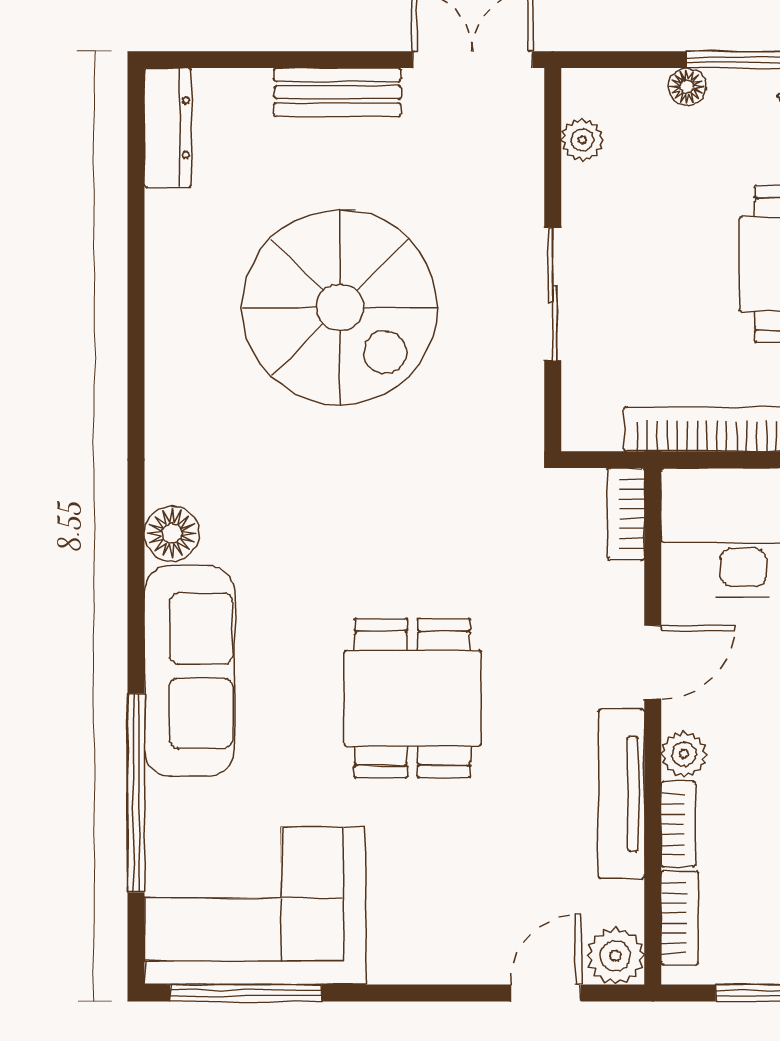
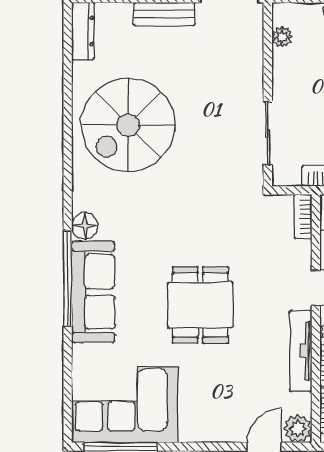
sliding door: (553, 294) -> (268, 133), moved
spiral stairs: (340, 307) -> (128, 125), moved, turned 90
window: (136, 793) -> (68, 279), moved

